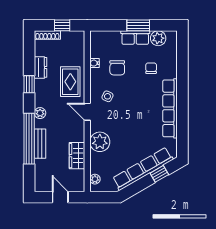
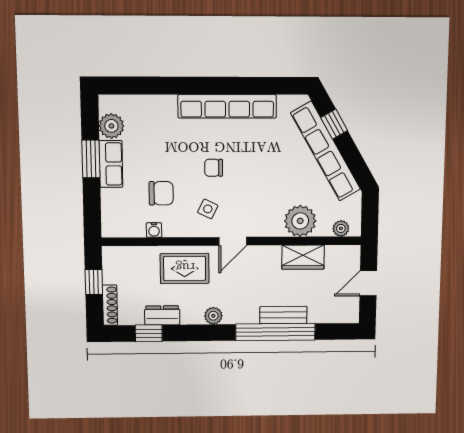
chair: (151, 68) -> (214, 168), moved
window: (29, 84) -> (149, 333), moved
plant: (40, 113) -> (213, 316), moved
plant: (100, 142) -> (300, 221), moved

